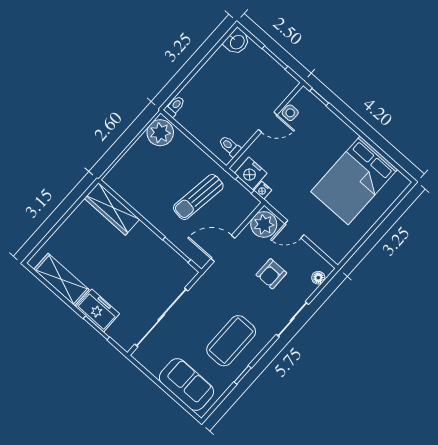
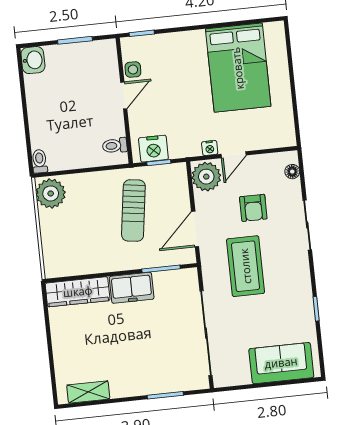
nightstand: (263, 190) -> (210, 148), moved
shelving: (61, 280) -> (88, 392), width x0.67, depth x0.75
freezer: (98, 310) -> (132, 288), moved, turned 180
coffee table: (231, 341) -> (246, 266), moved

